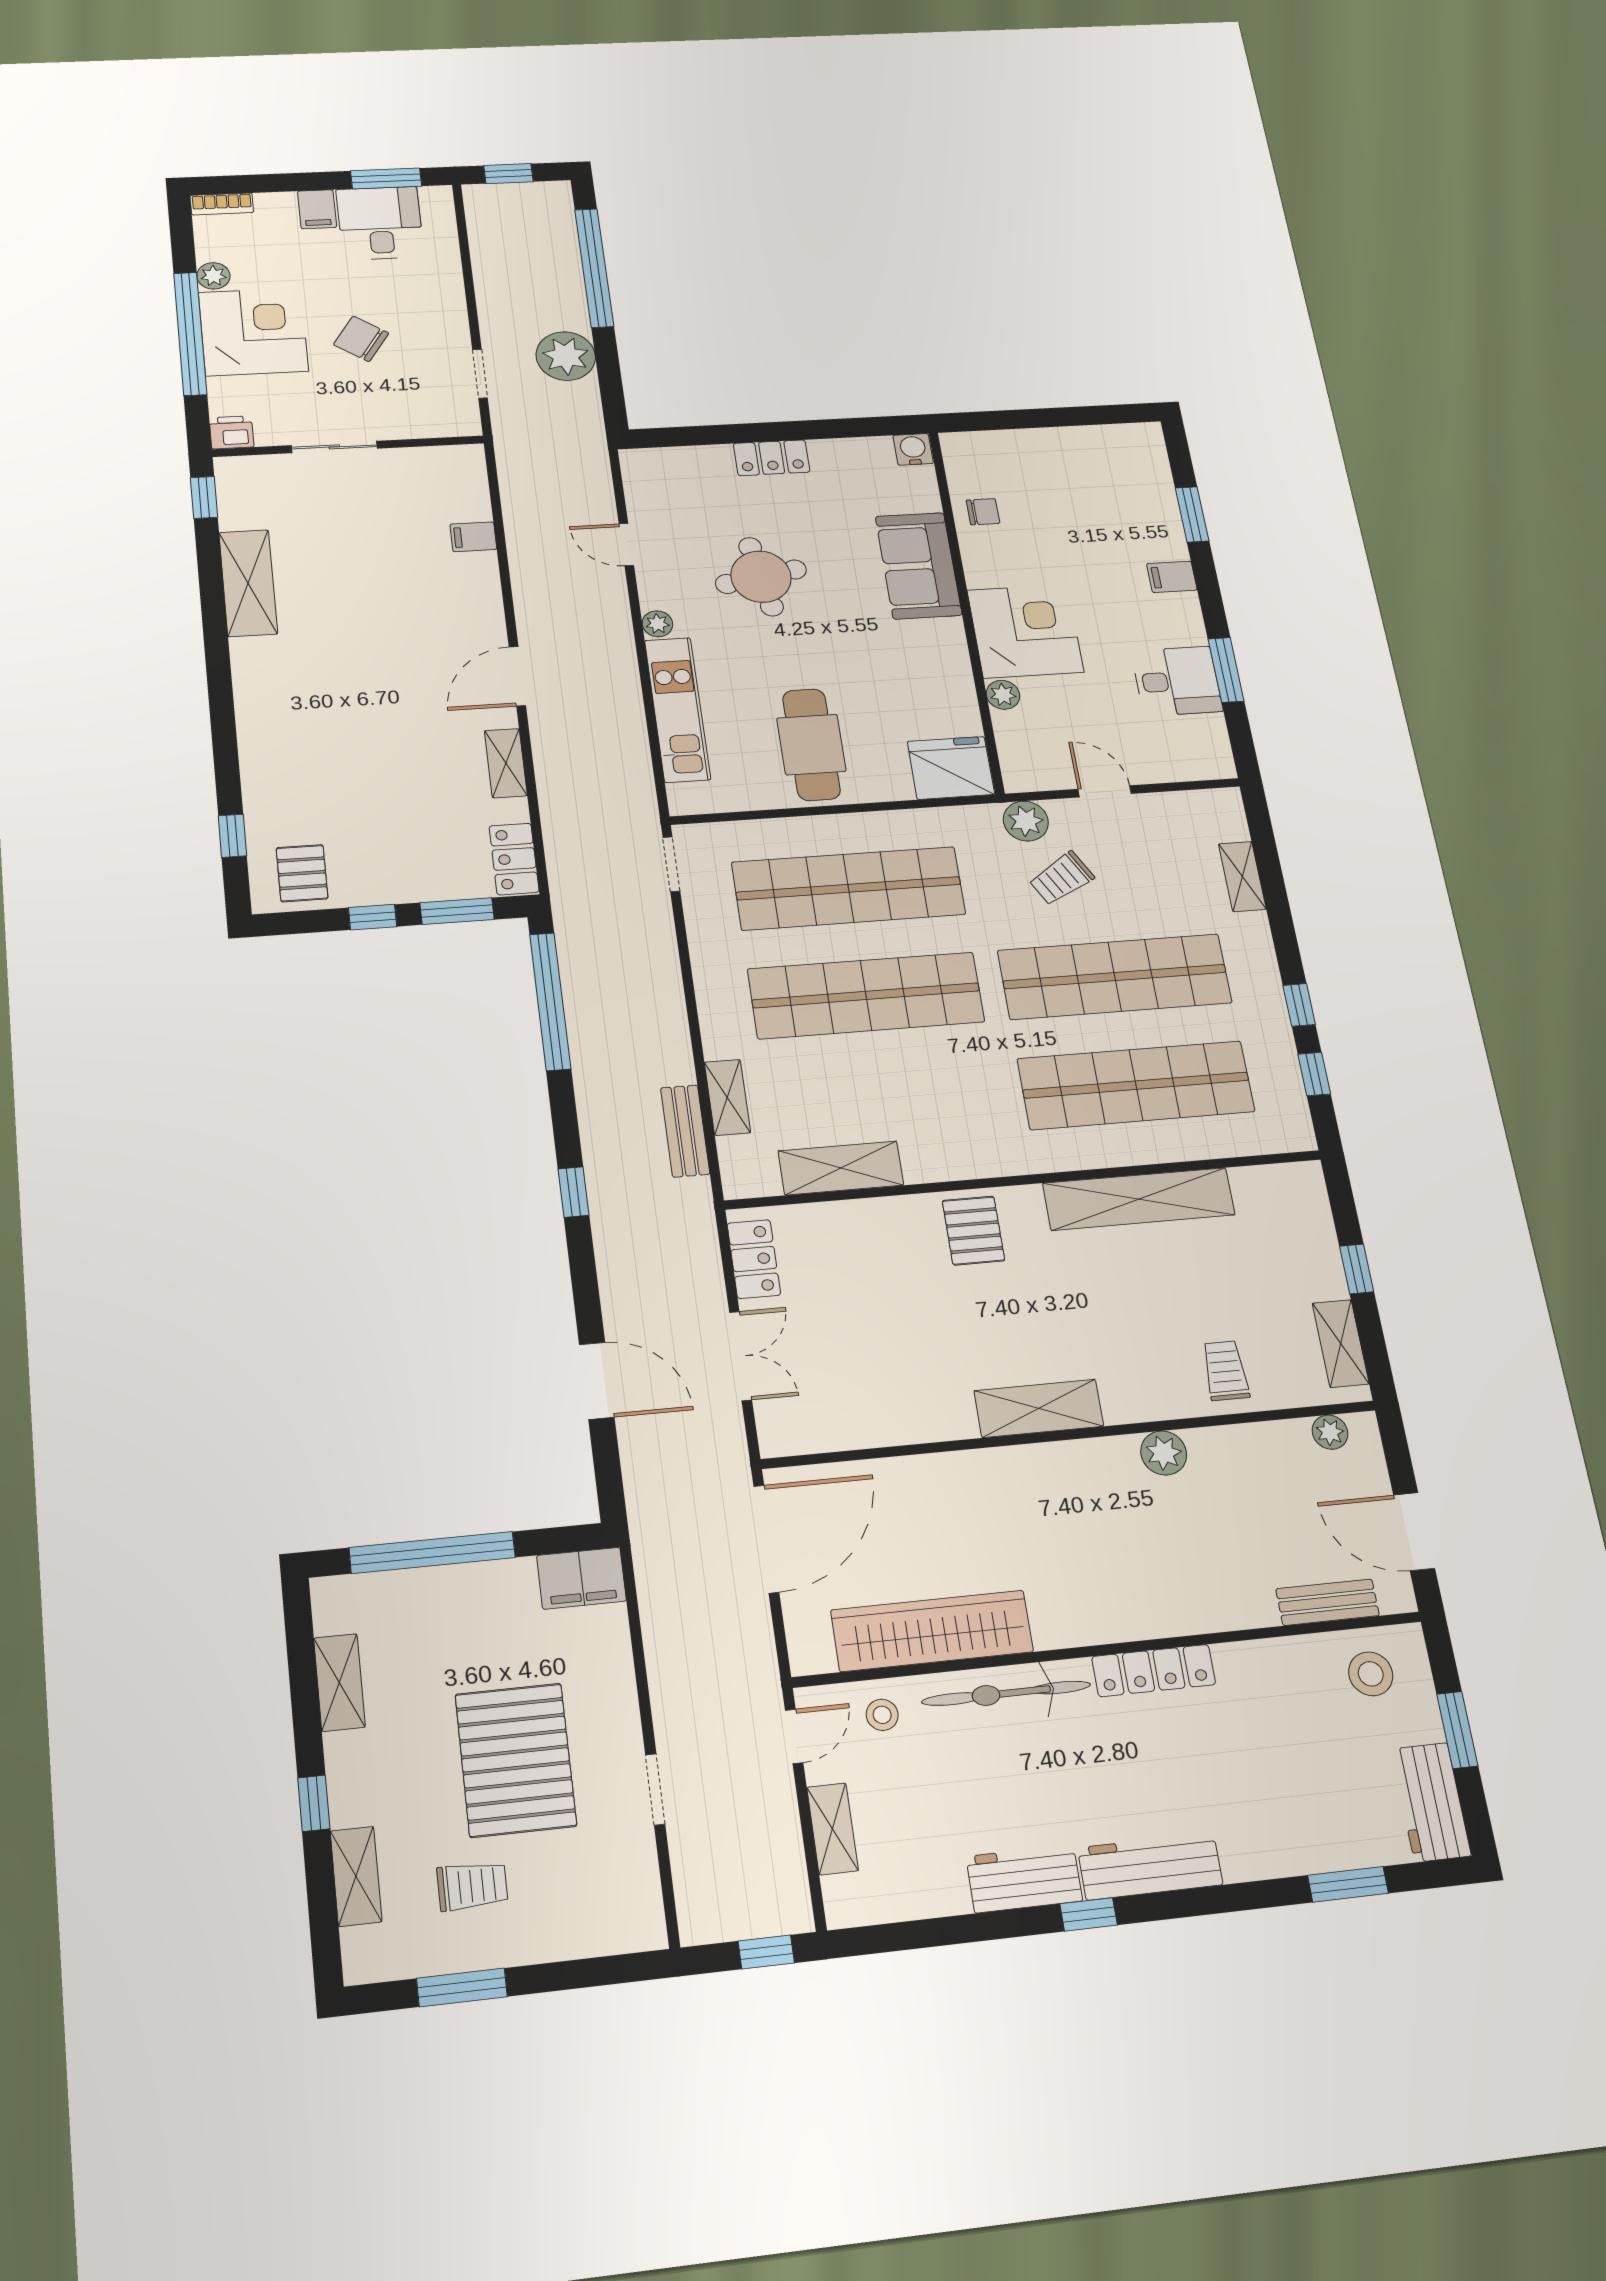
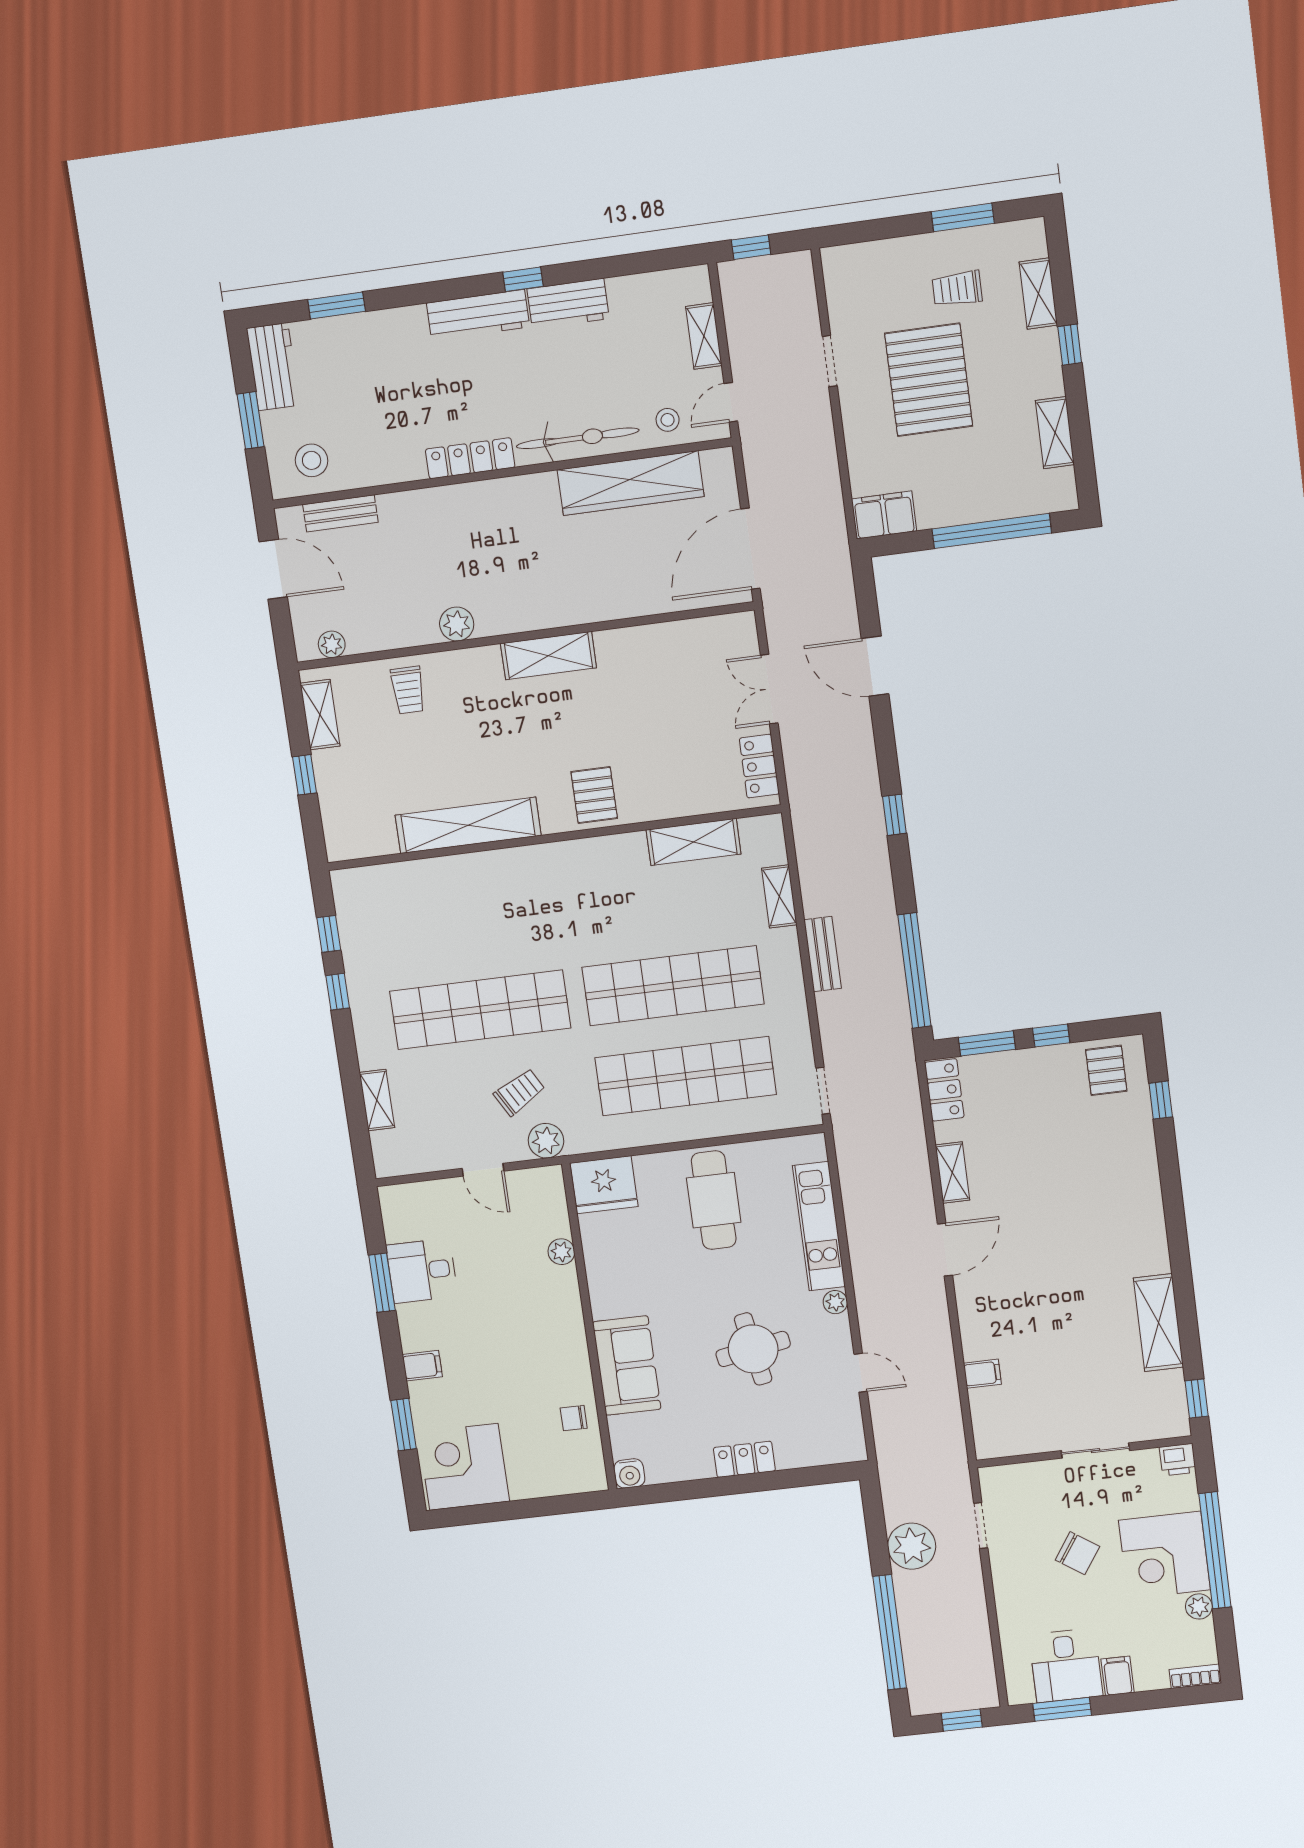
corner desk: (1025, 631) -> (464, 1467), moved, turned 90
shop shelf: (1136, 1085) -> (467, 919), removed
bench: (685, 1131) -> (823, 954), moved

